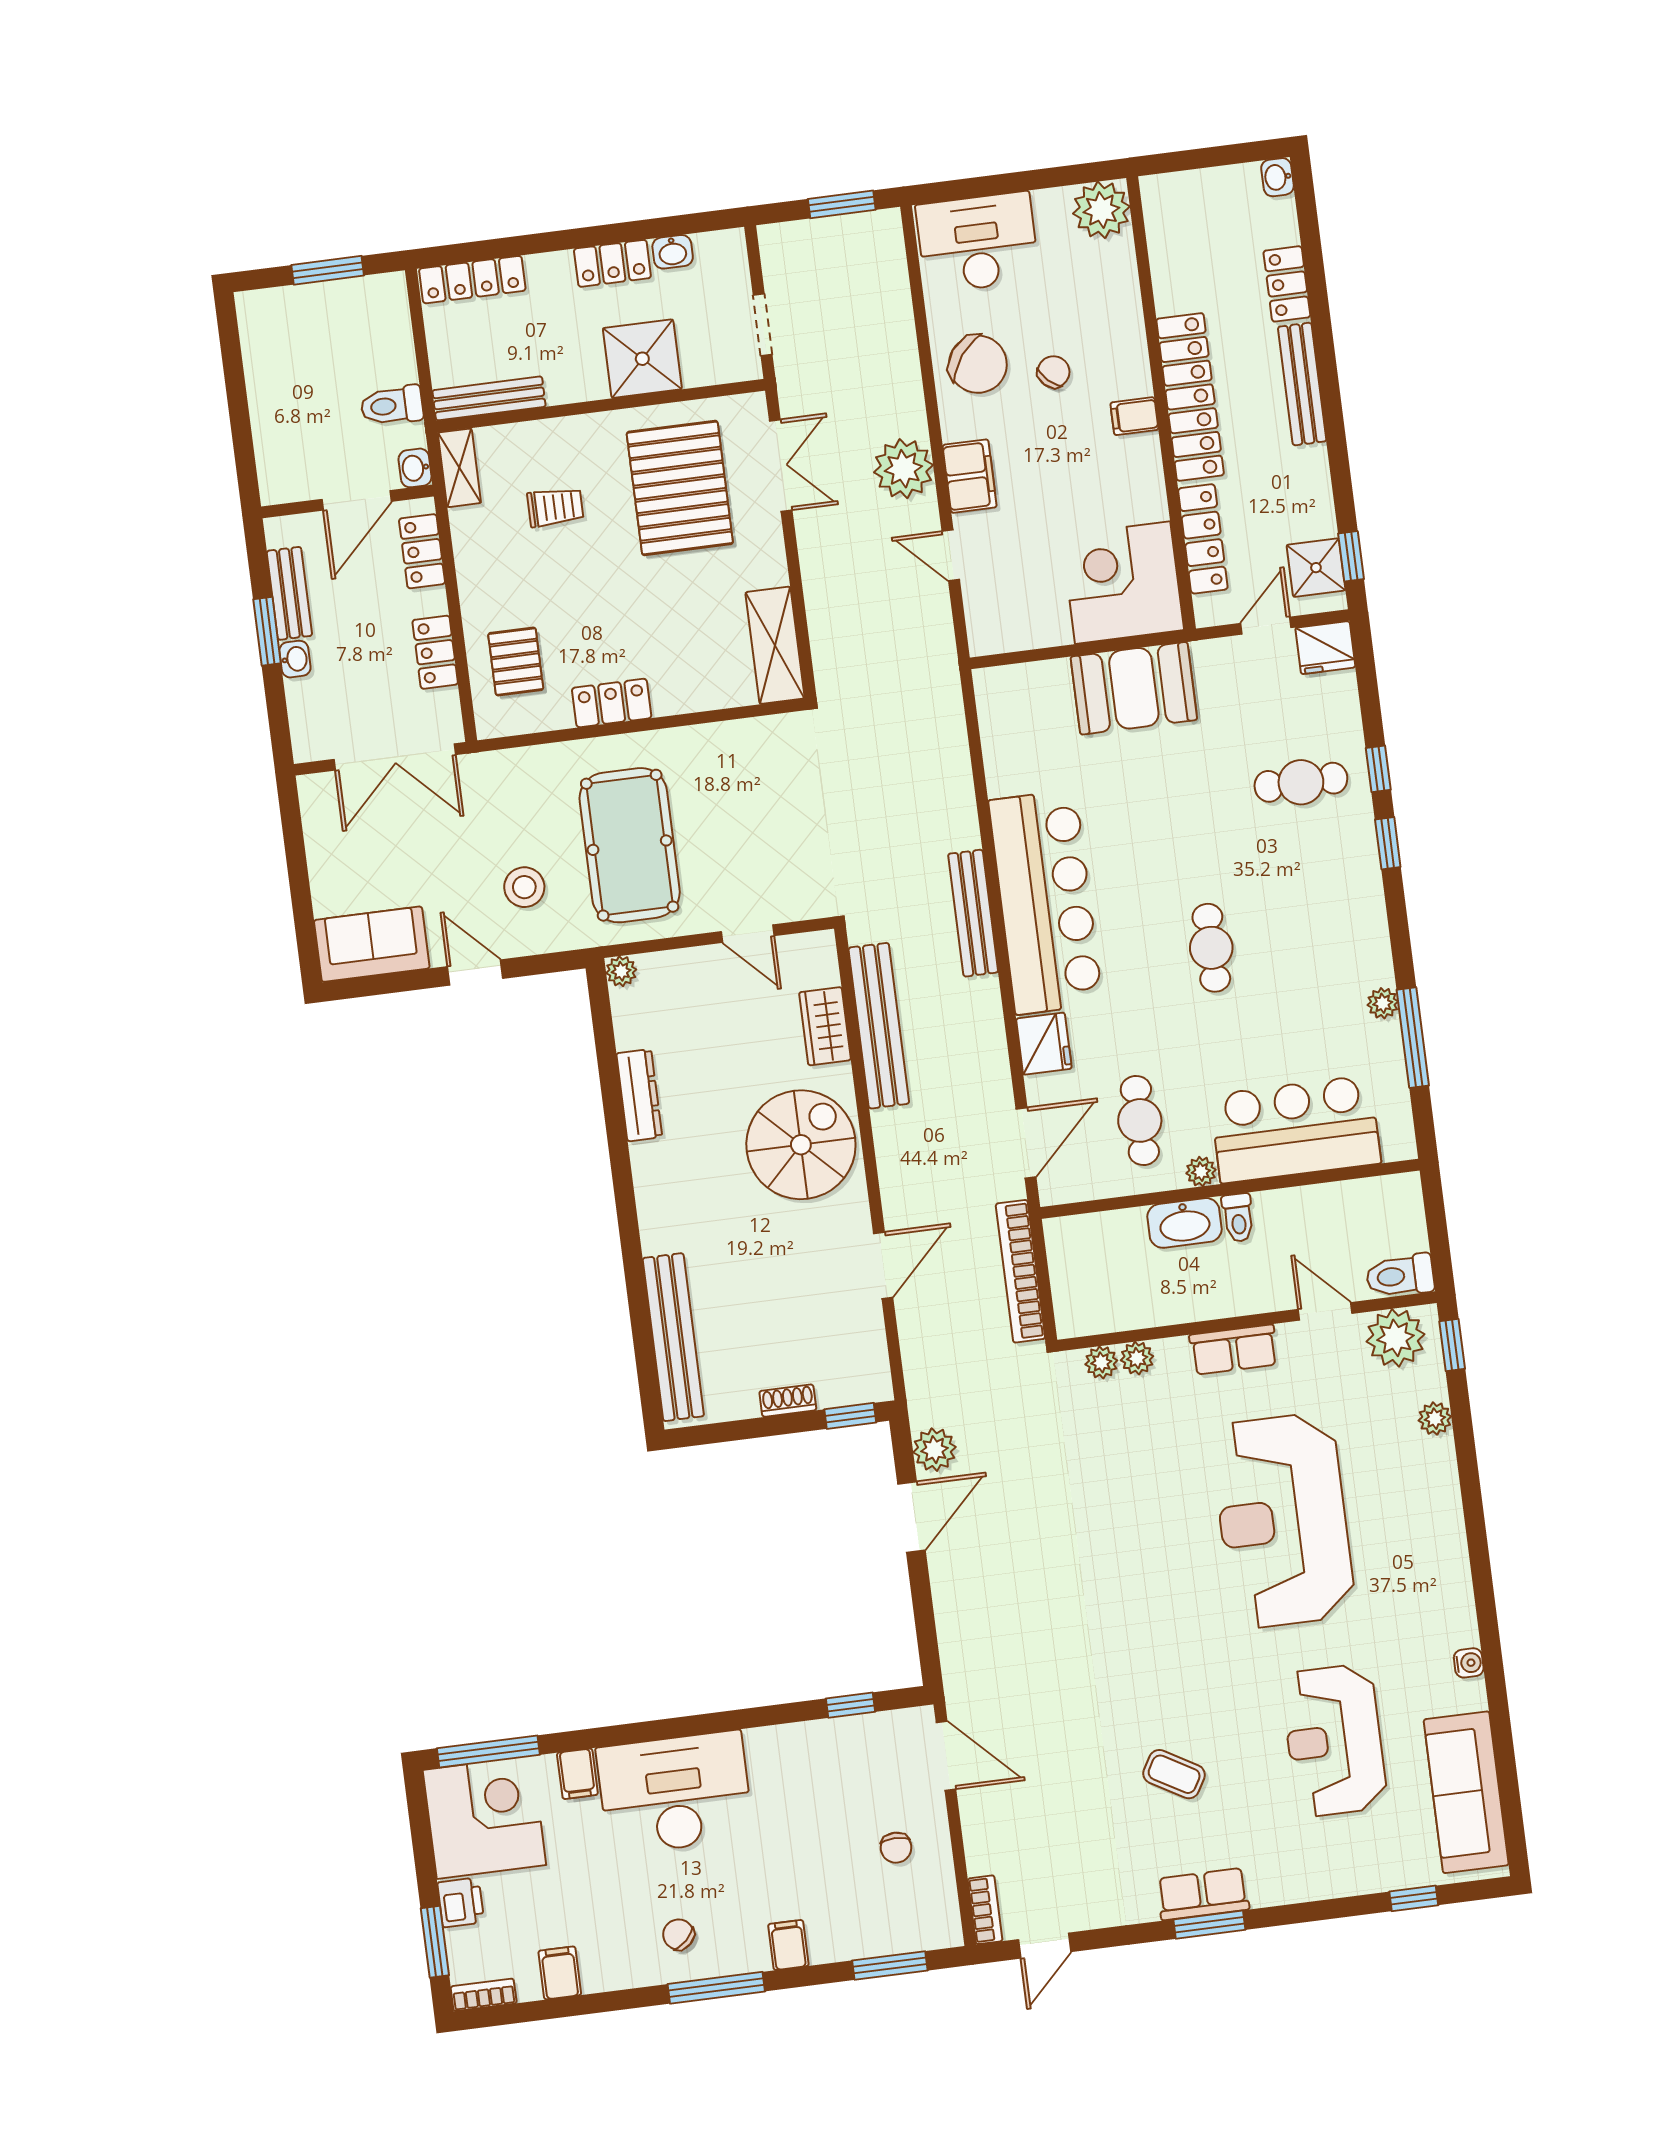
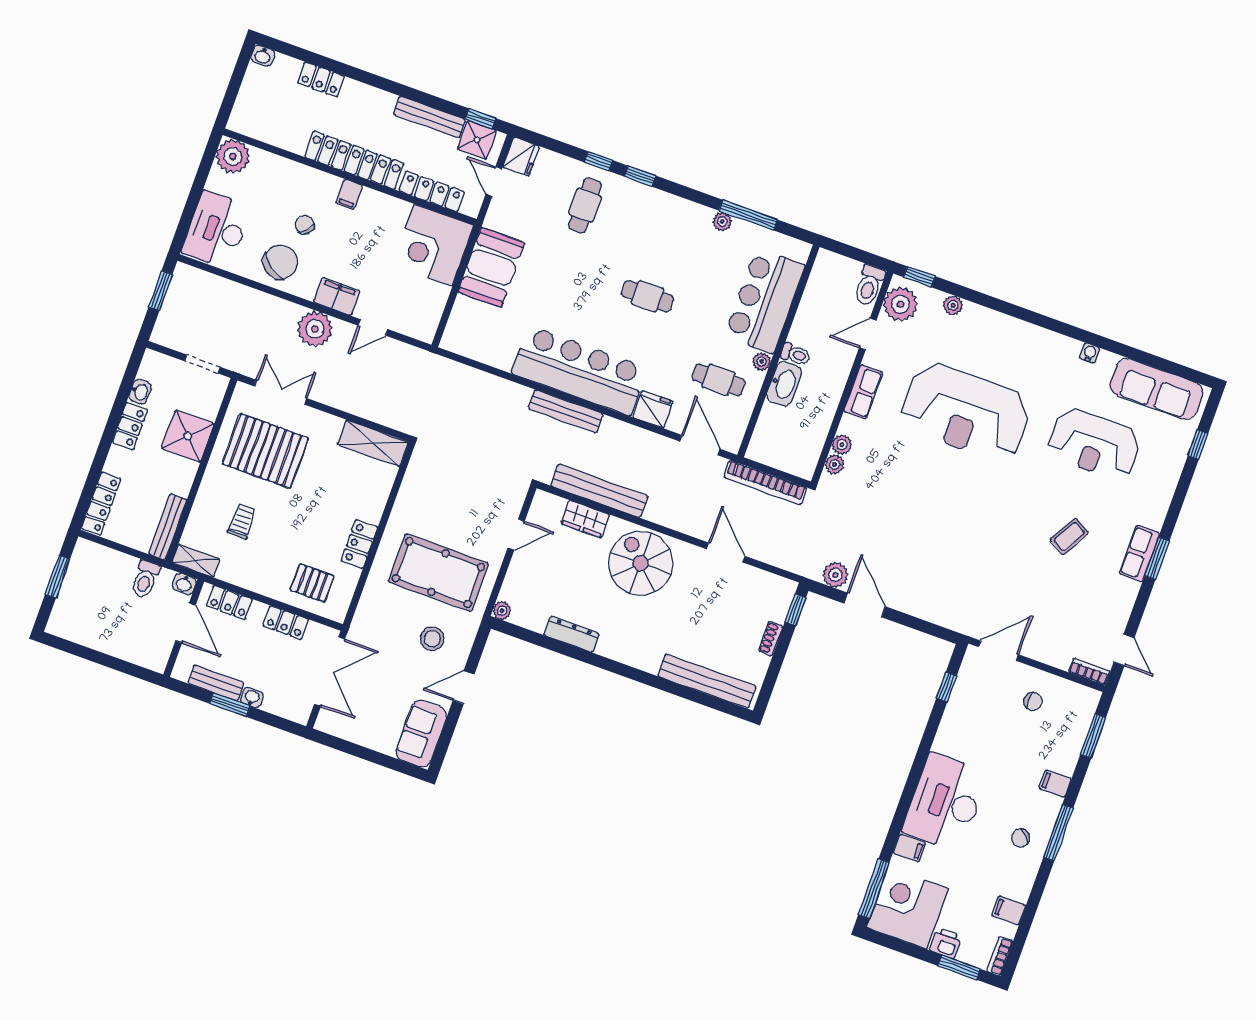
bench: (1302, 384) -> (429, 117), moved

